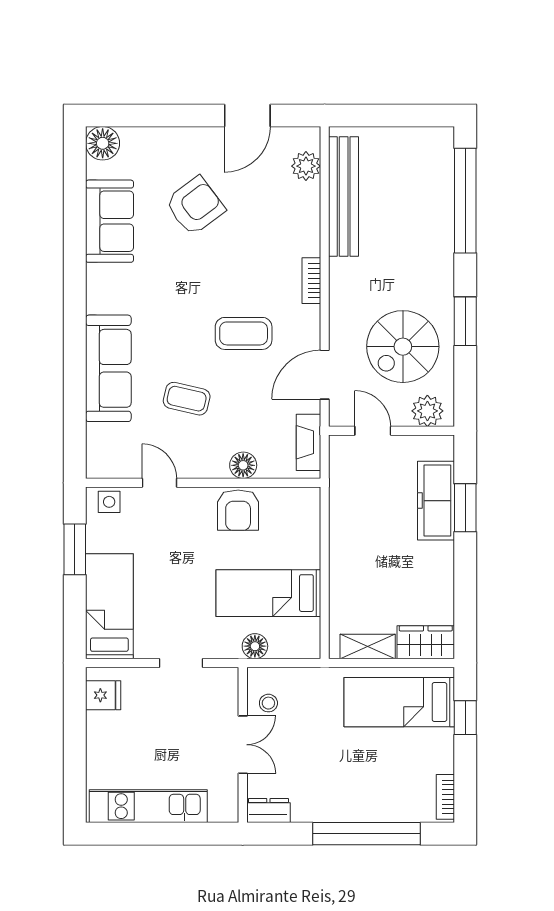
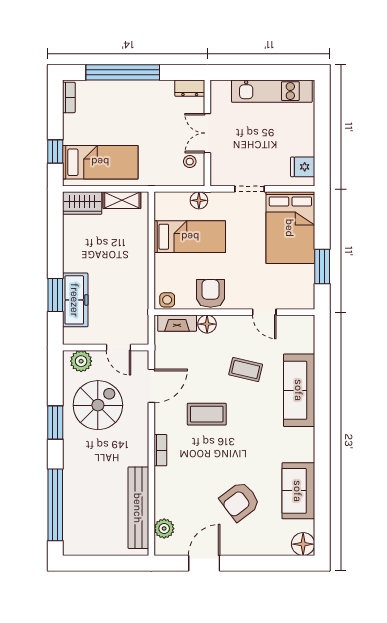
fireplace: (308, 442) -> (177, 323), moved, turned 90
side table: (109, 502) -> (167, 300), moved
bed: (109, 606) -> (290, 228), width x1.50

